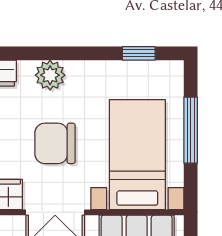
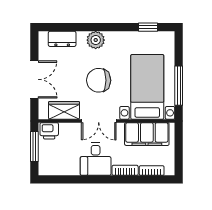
window: (191, 130) -> (179, 86), moved

